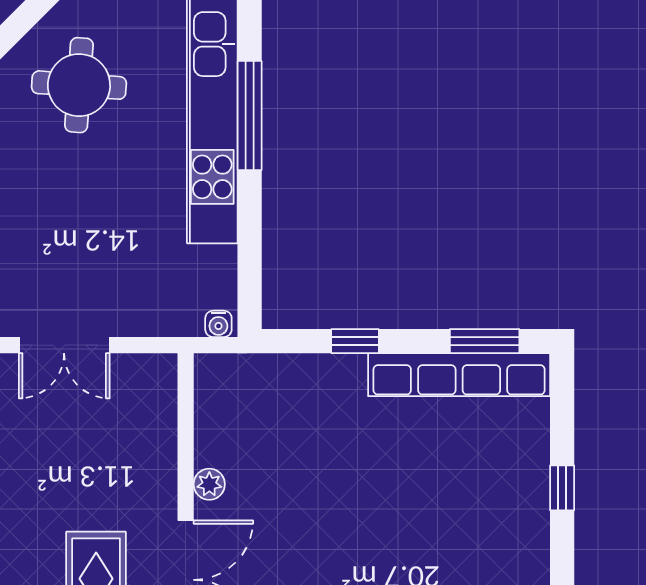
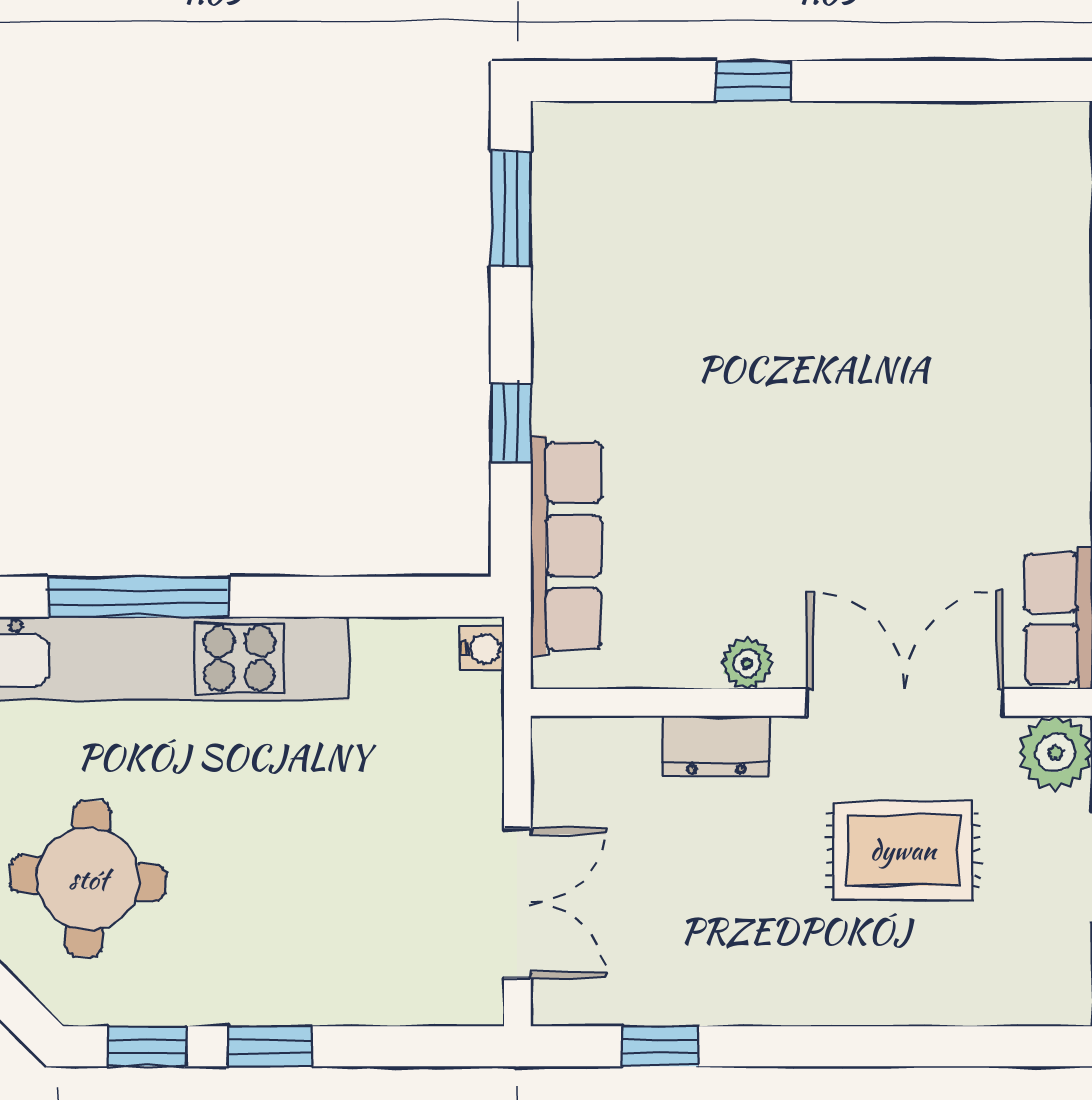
row of seats: (459, 375) -> (566, 546), moved, width x0.73
dresser: (159, 466) -> (717, 746), added

